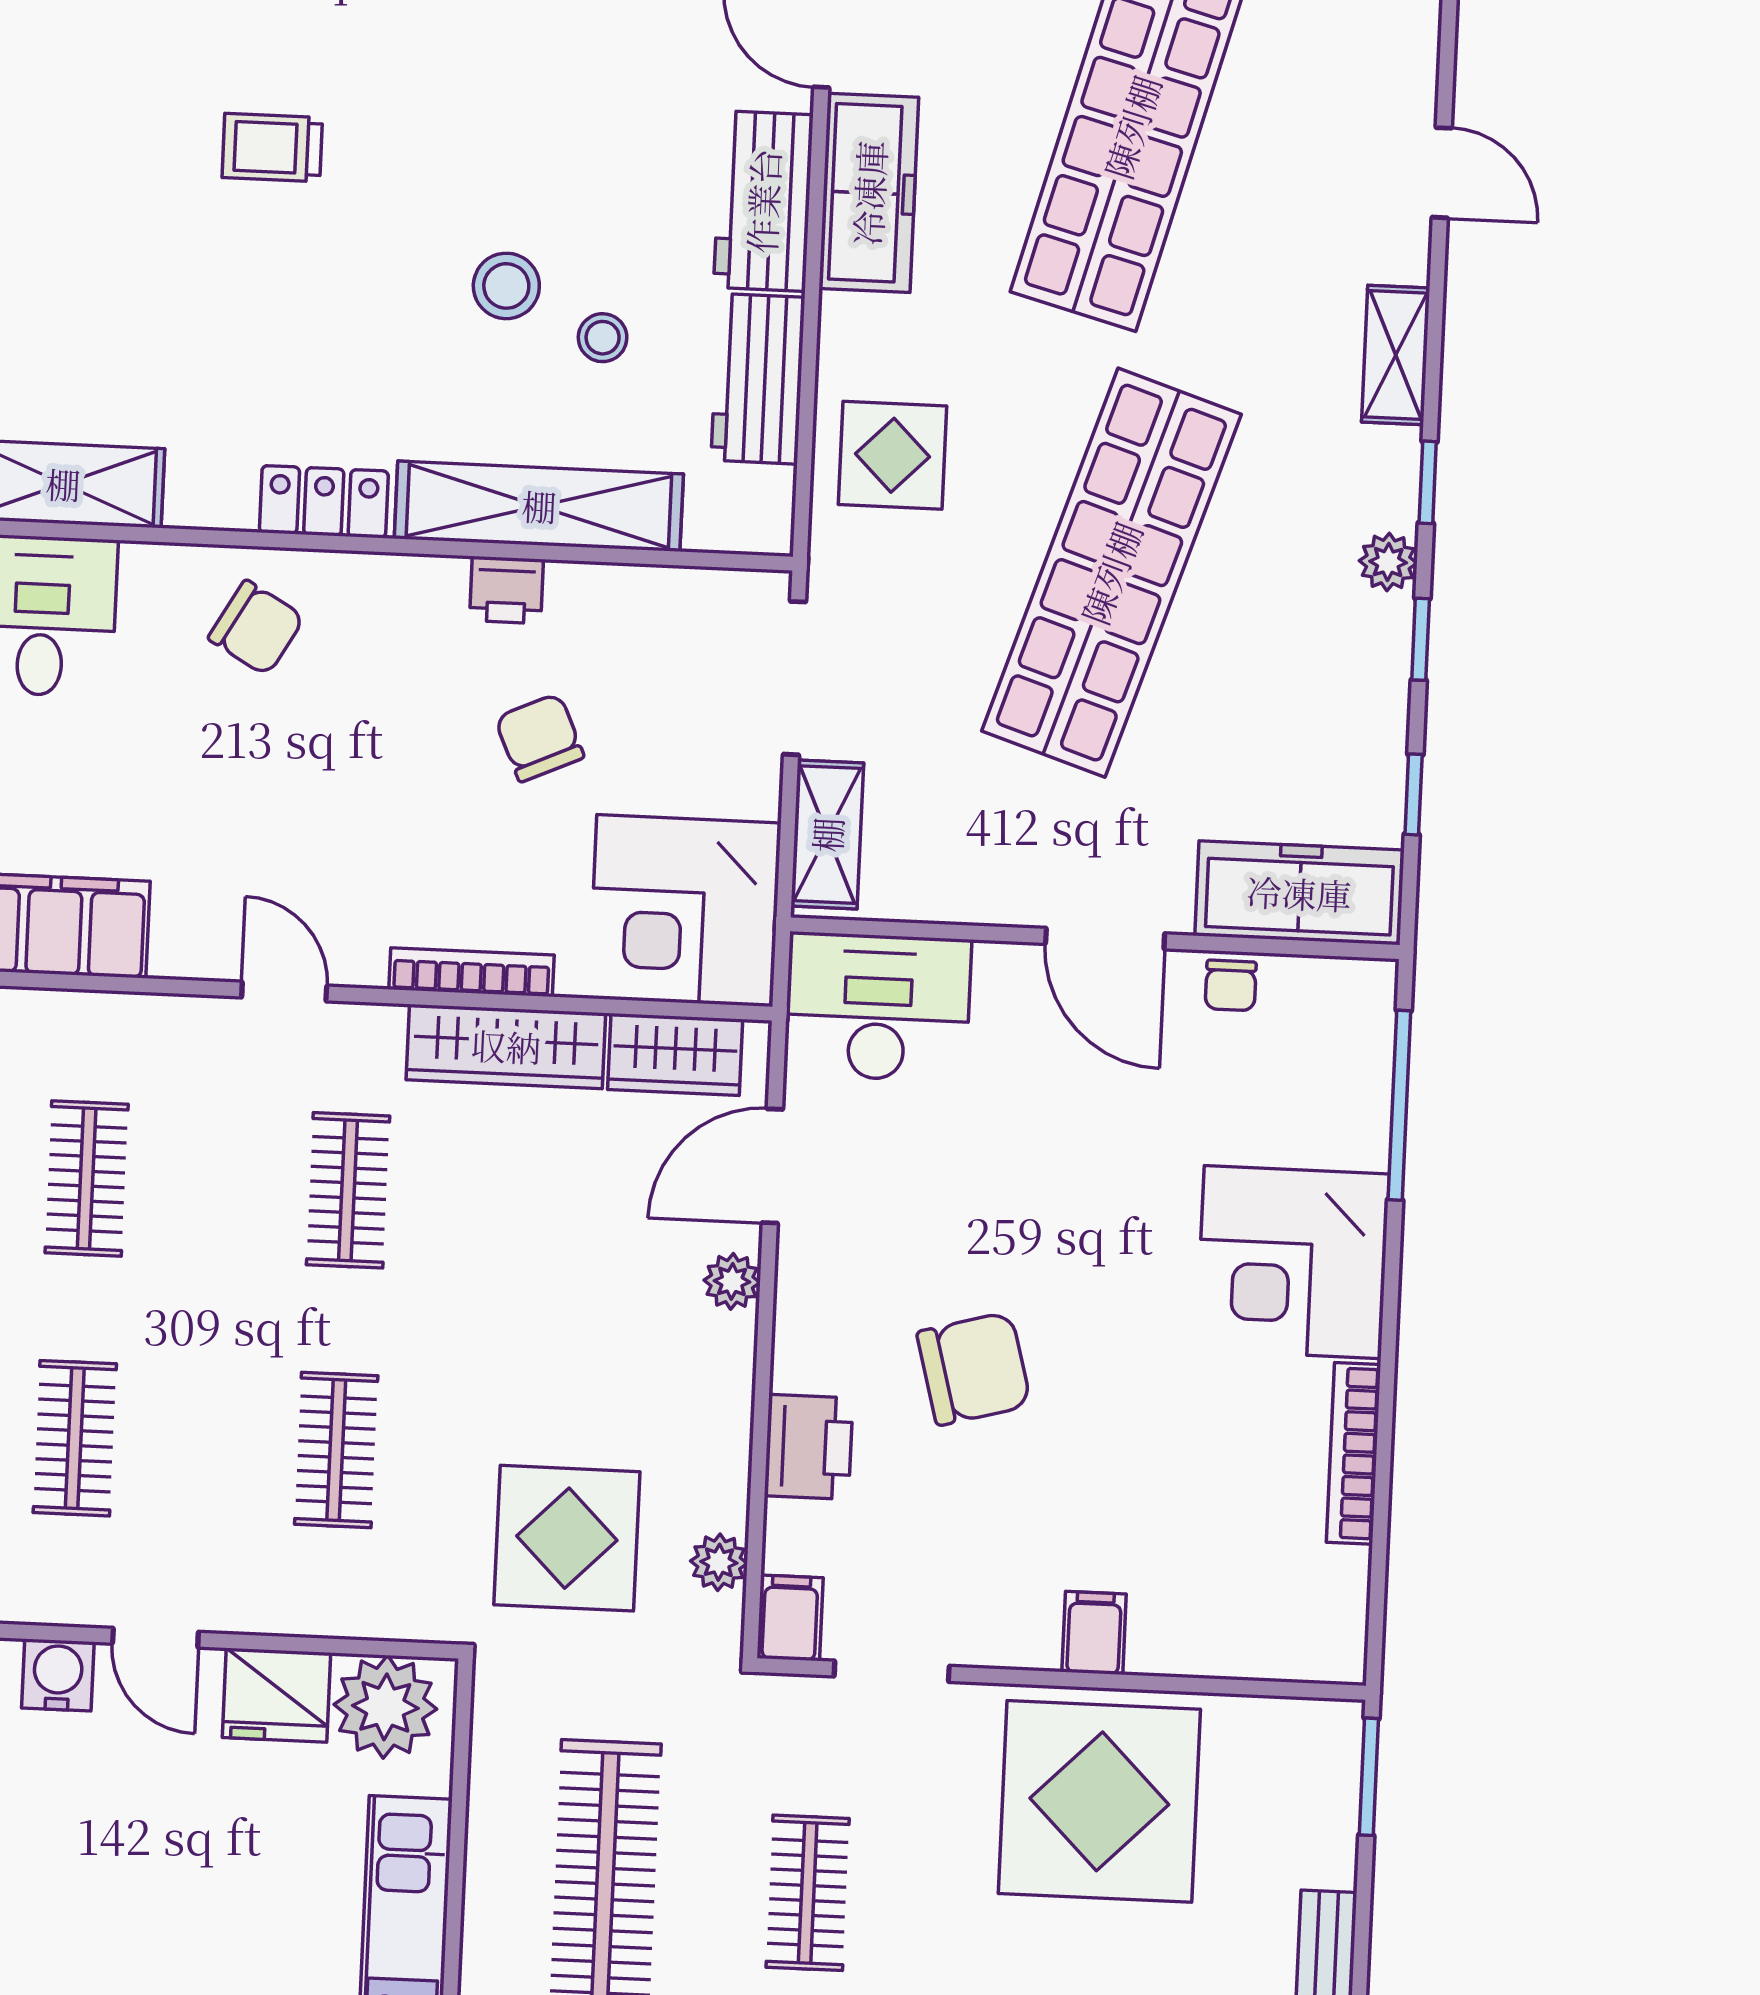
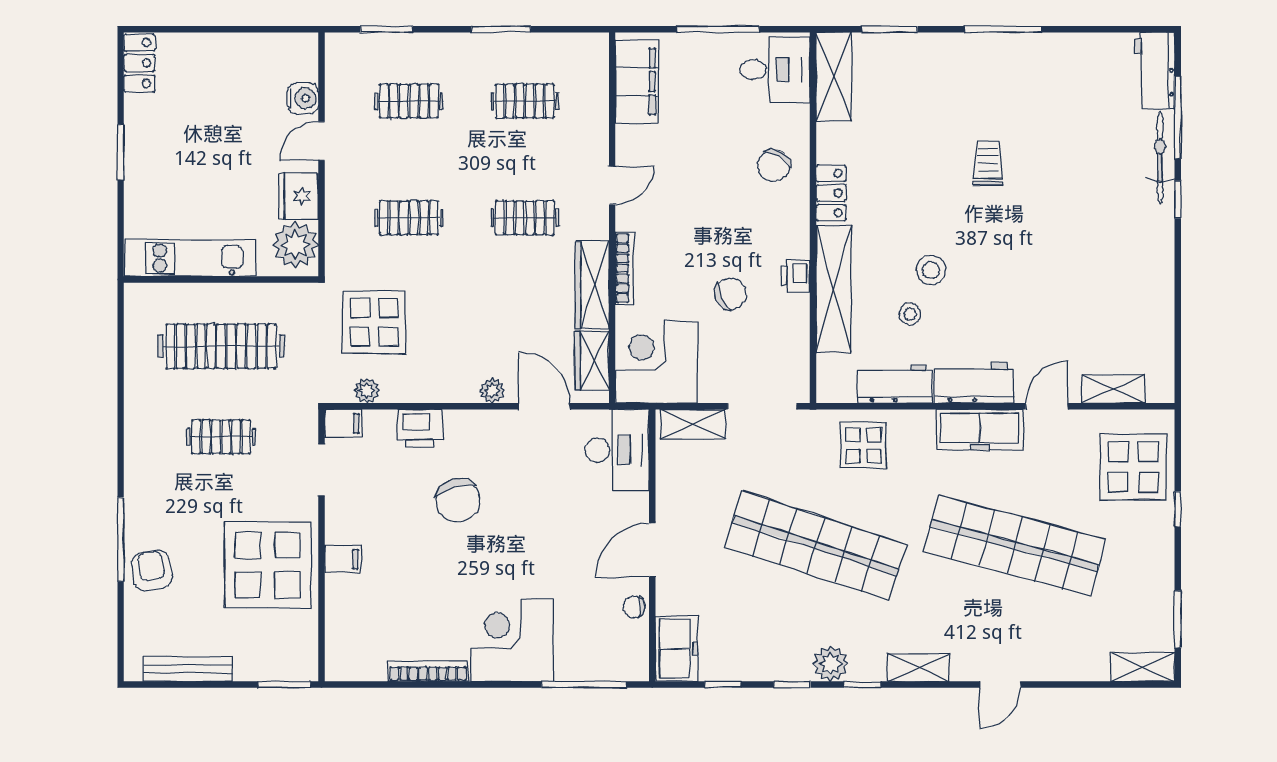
plant: (1388, 562) -> (831, 664), width x1.38, depth x1.38
freezer: (1299, 893) -> (677, 649), width x0.71

